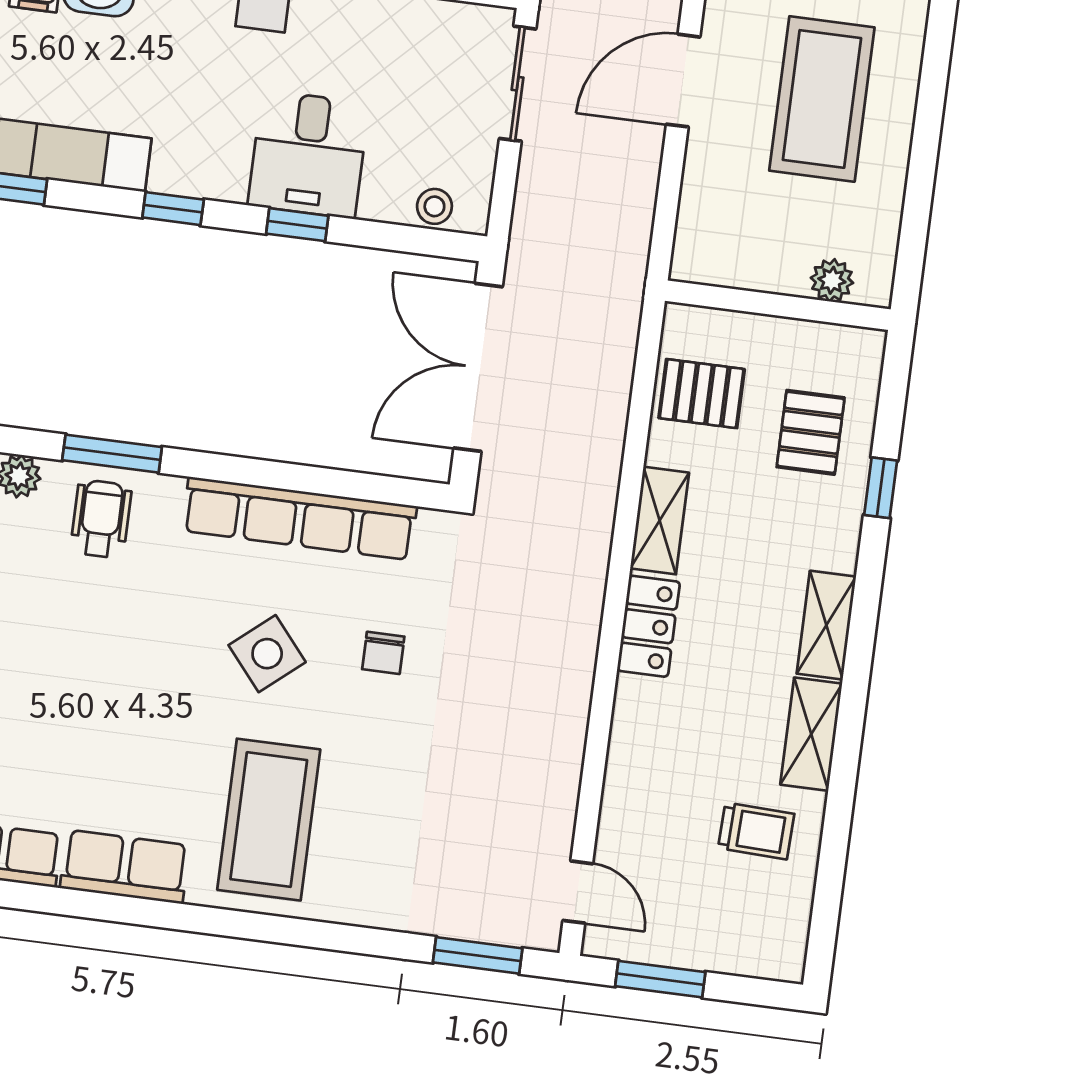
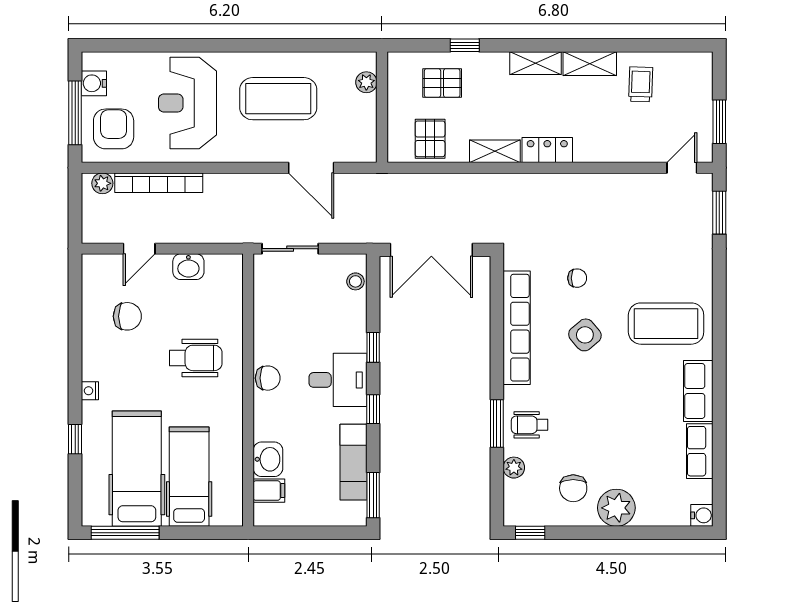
door: (683, 81) -> (311, 168), moved
desk: (308, 154) -> (338, 380), moved

